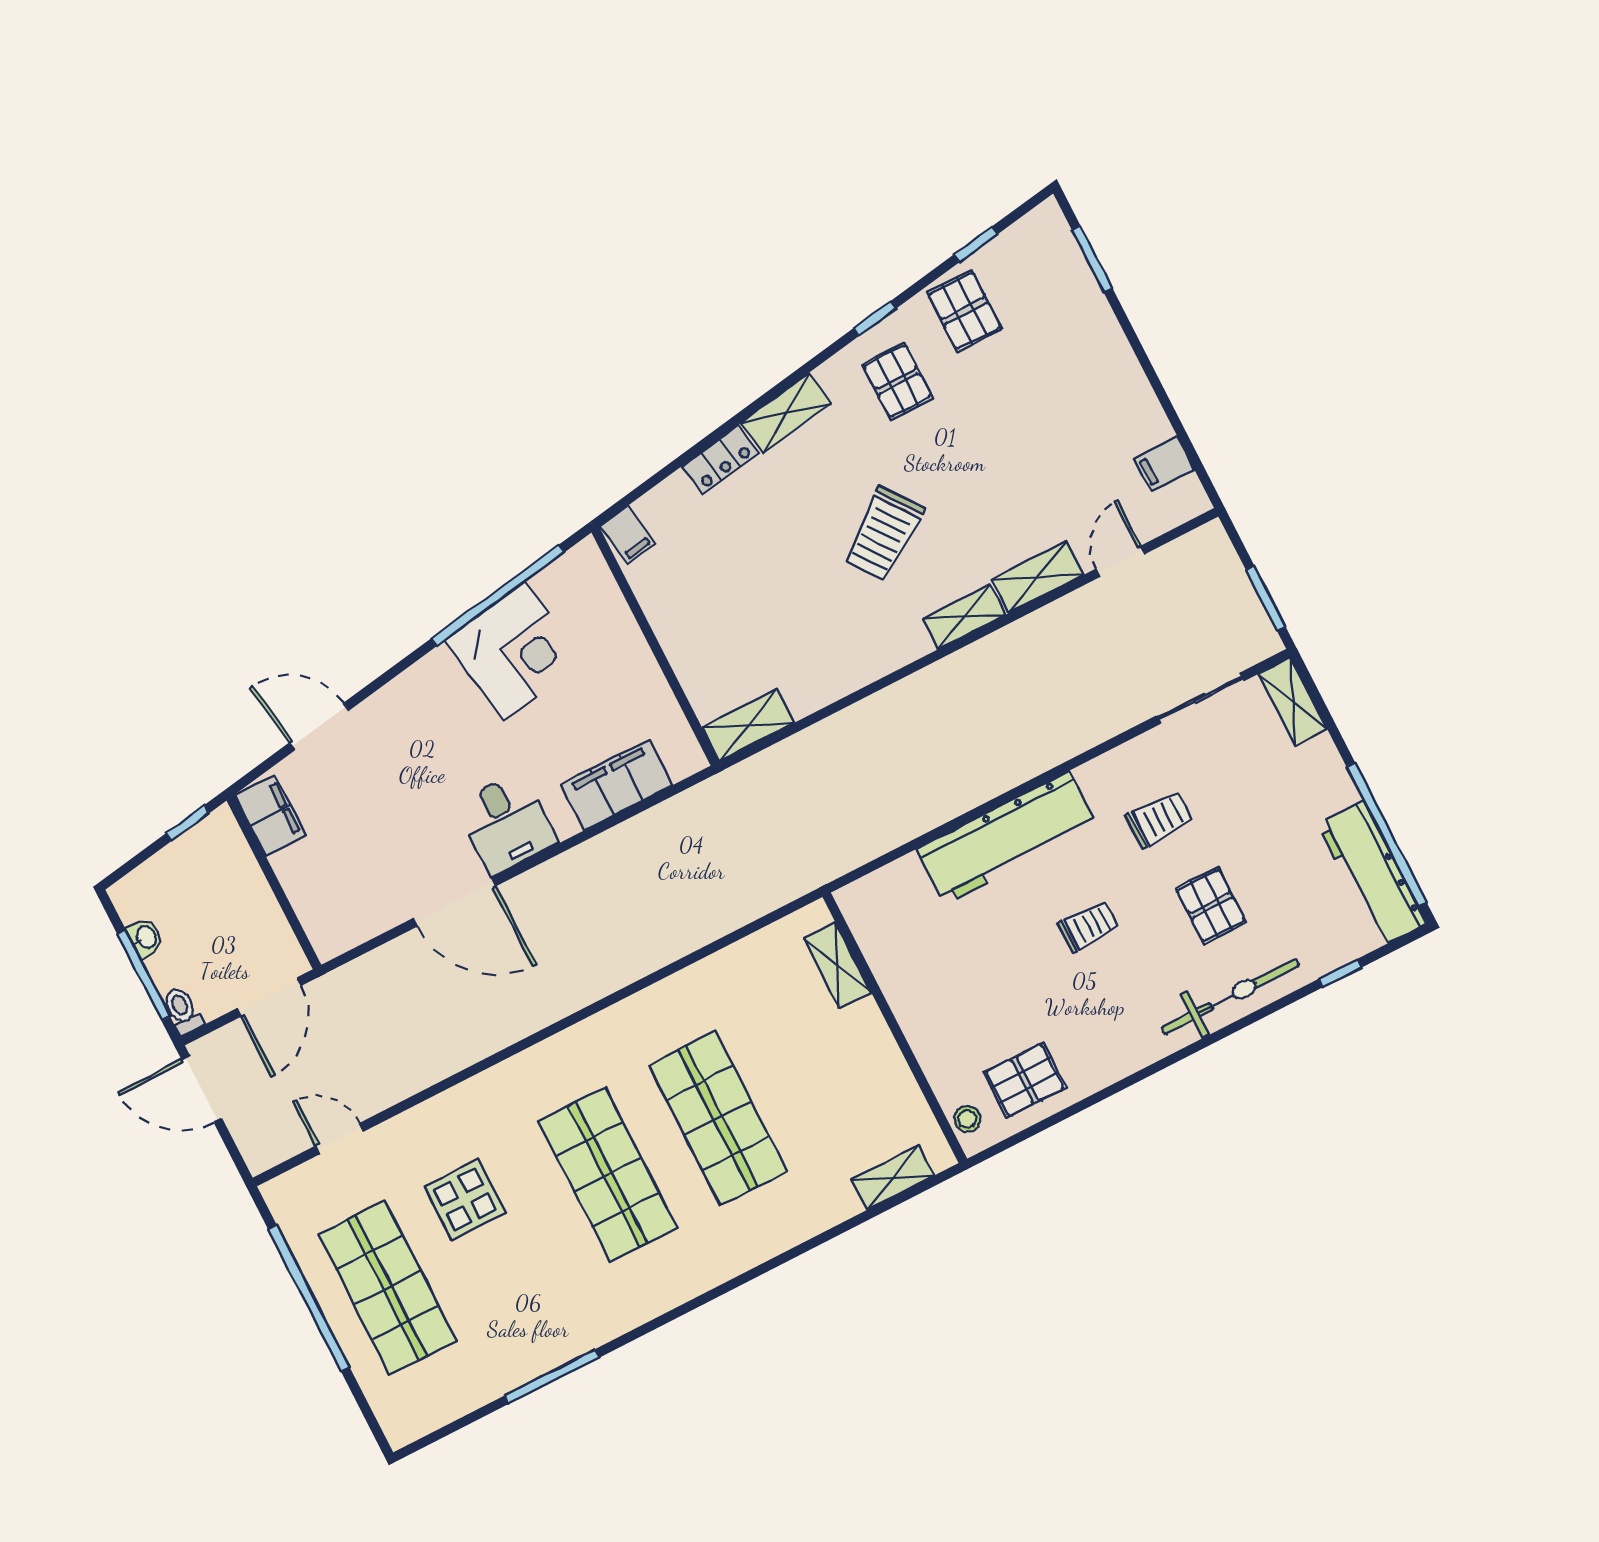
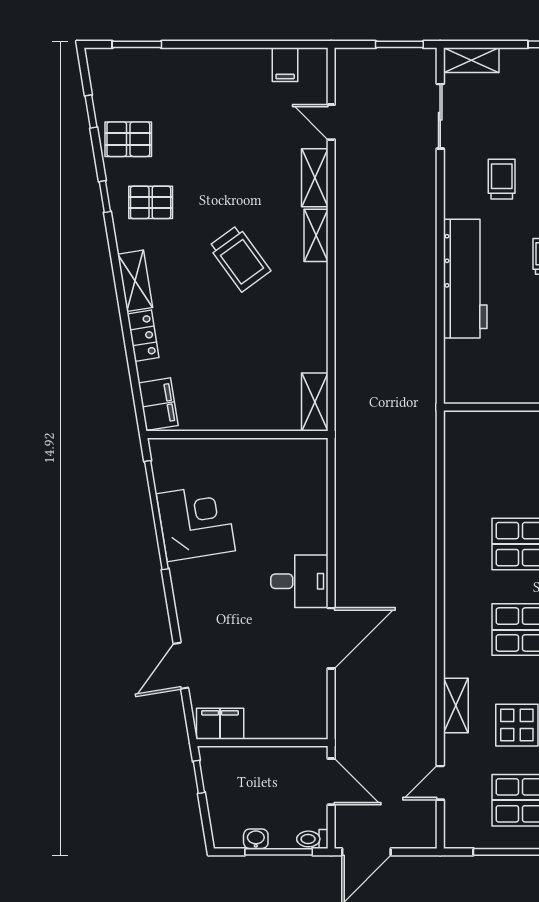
filing cabinet: (628, 535) -> (158, 404), width x2.00
filing cabinet: (617, 785) -> (310, 502), removed
shelving: (837, 965) -> (456, 705), moved, turned 90

